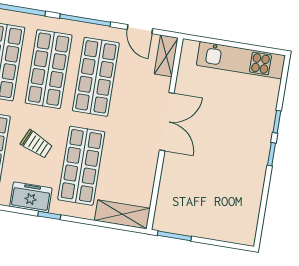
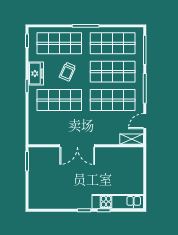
kitchen unit: (241, 60) -> (118, 202), moved, turned 90
double door: (167, 122) -> (77, 146), moved
shelving: (122, 214) -> (35, 129), removed

